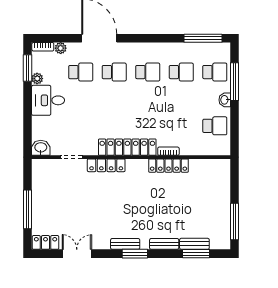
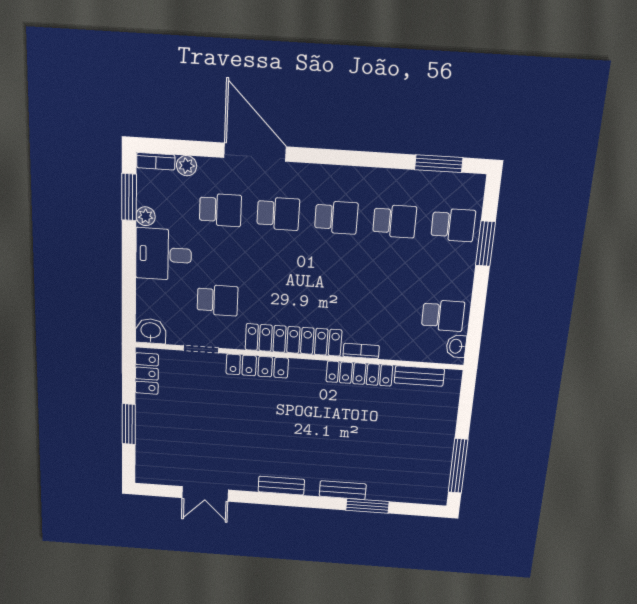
window: (203, 38) -> (439, 164), width x0.69
window: (234, 82) -> (485, 244), width x0.69
washbasin: (225, 100) -> (456, 346), moved
school desk: (81, 126) -> (217, 300), added
window: (27, 209) -> (129, 424), width x0.69
locker: (46, 242) -> (147, 374), moved, turned 90
bench: (194, 244) -> (419, 376), moved
double door: (77, 254) -> (205, 494), swing flipped
window: (135, 254) -> (296, 501), removed
window: (196, 254) -> (367, 506), moved

